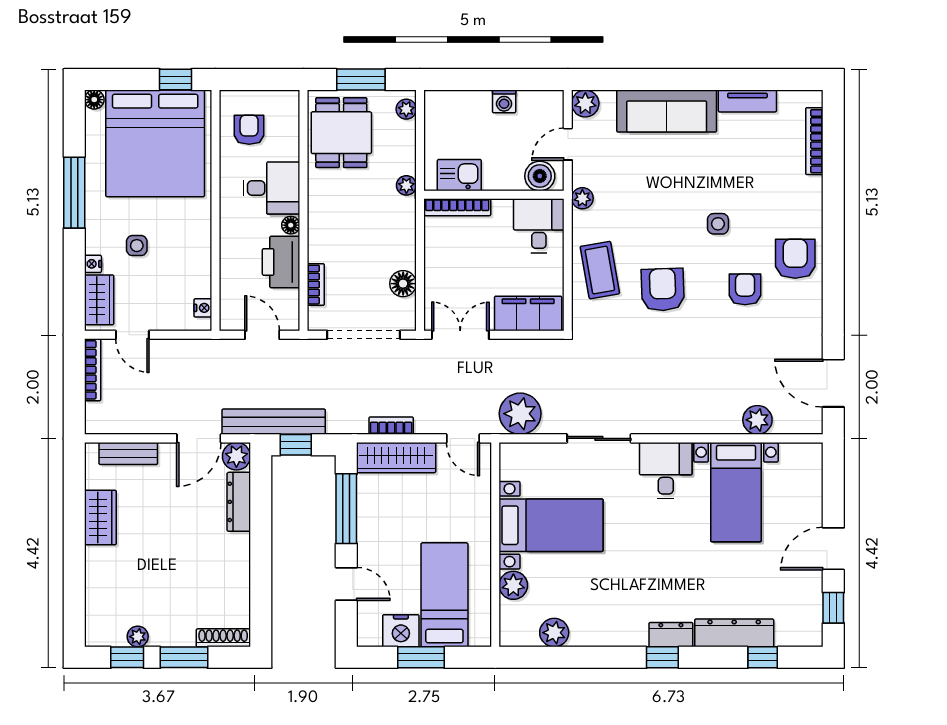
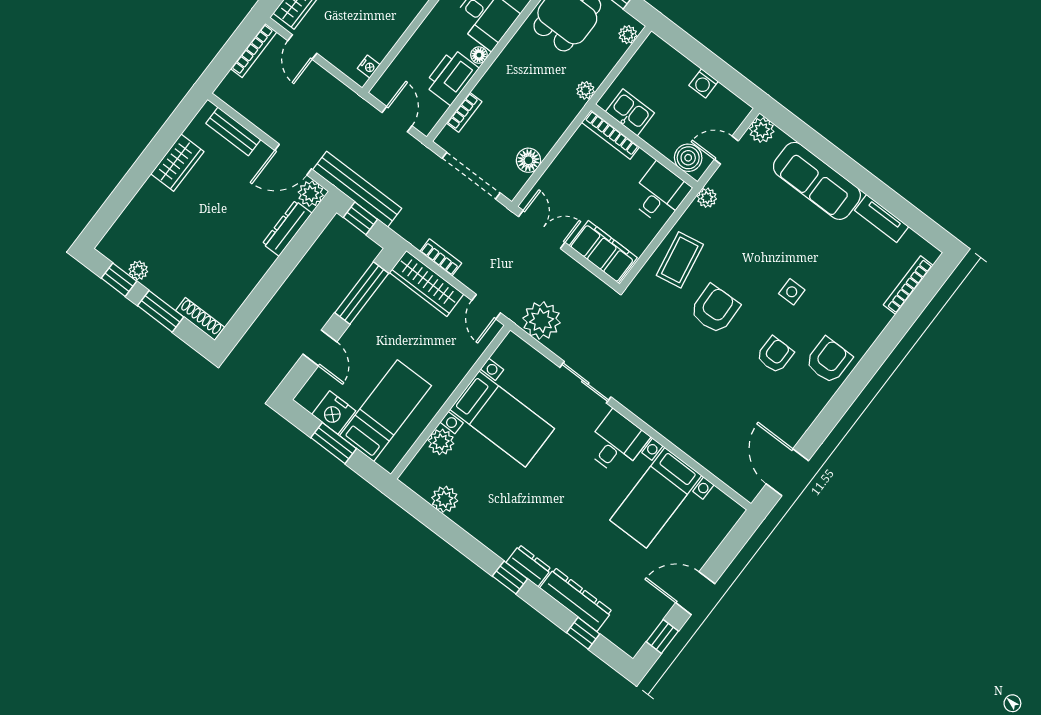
plant: (757, 420) -> (711, 457), removed

